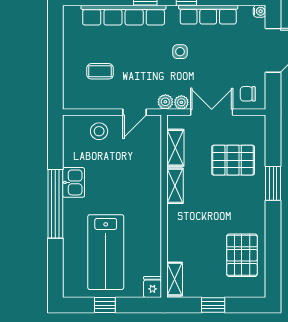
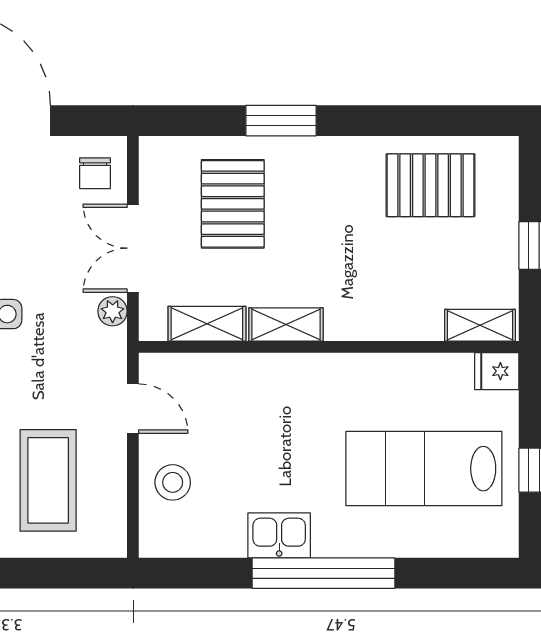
coffee table: (100, 71) -> (48, 480), width x1.86, depth x1.72
plant: (165, 102) -> (112, 345), removed
lab bench: (106, 252) -> (424, 469), turned 180

